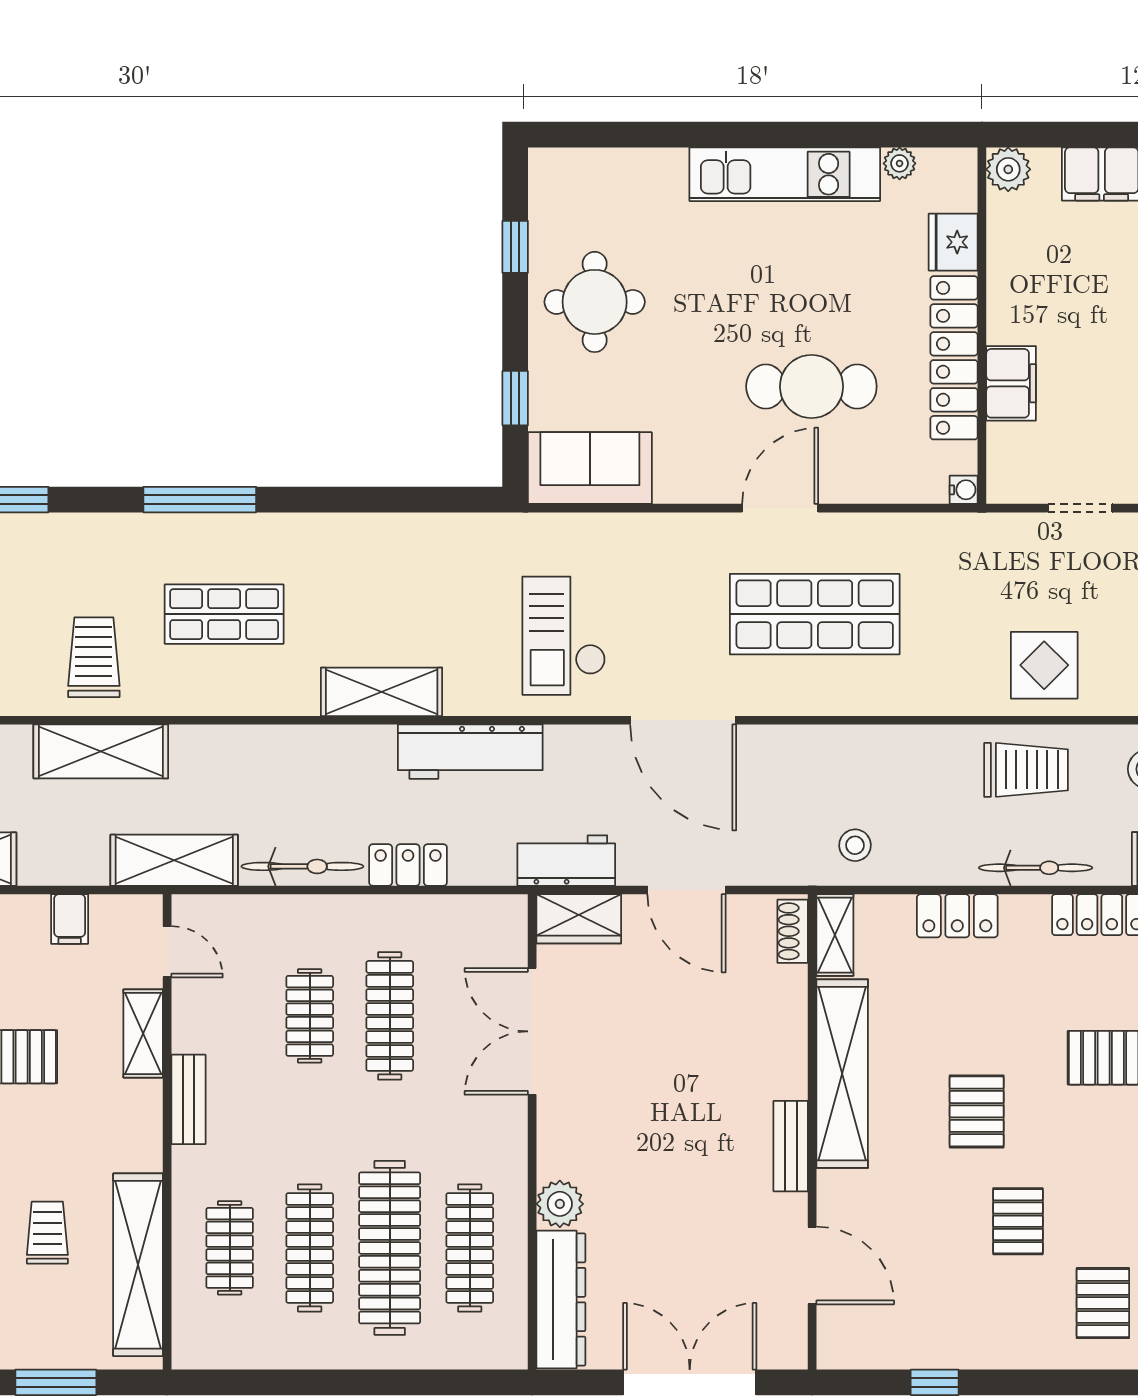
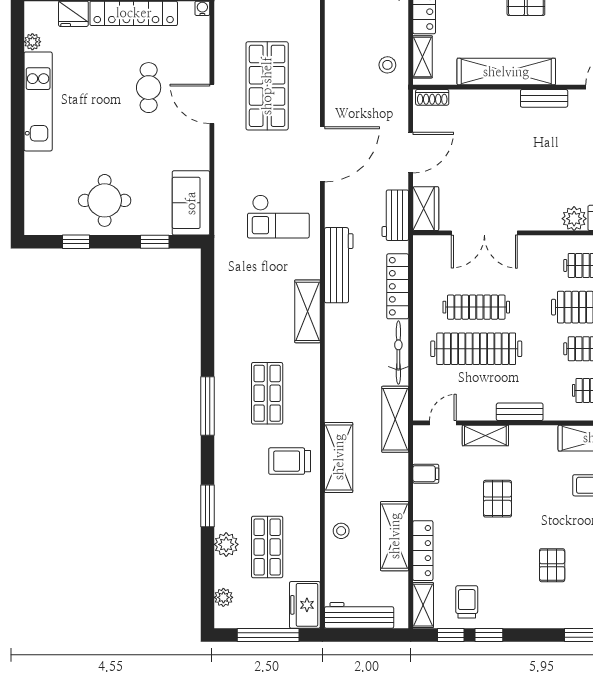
cafe table: (811, 386) -> (149, 88), width x0.73, depth x0.74
locker: (408, 865) -> (398, 286), width x1.53
shelving: (835, 935) -> (422, 57), moved, turned 90
clothes rail: (310, 1016) -> (476, 349), width x1.86, depth x1.31

